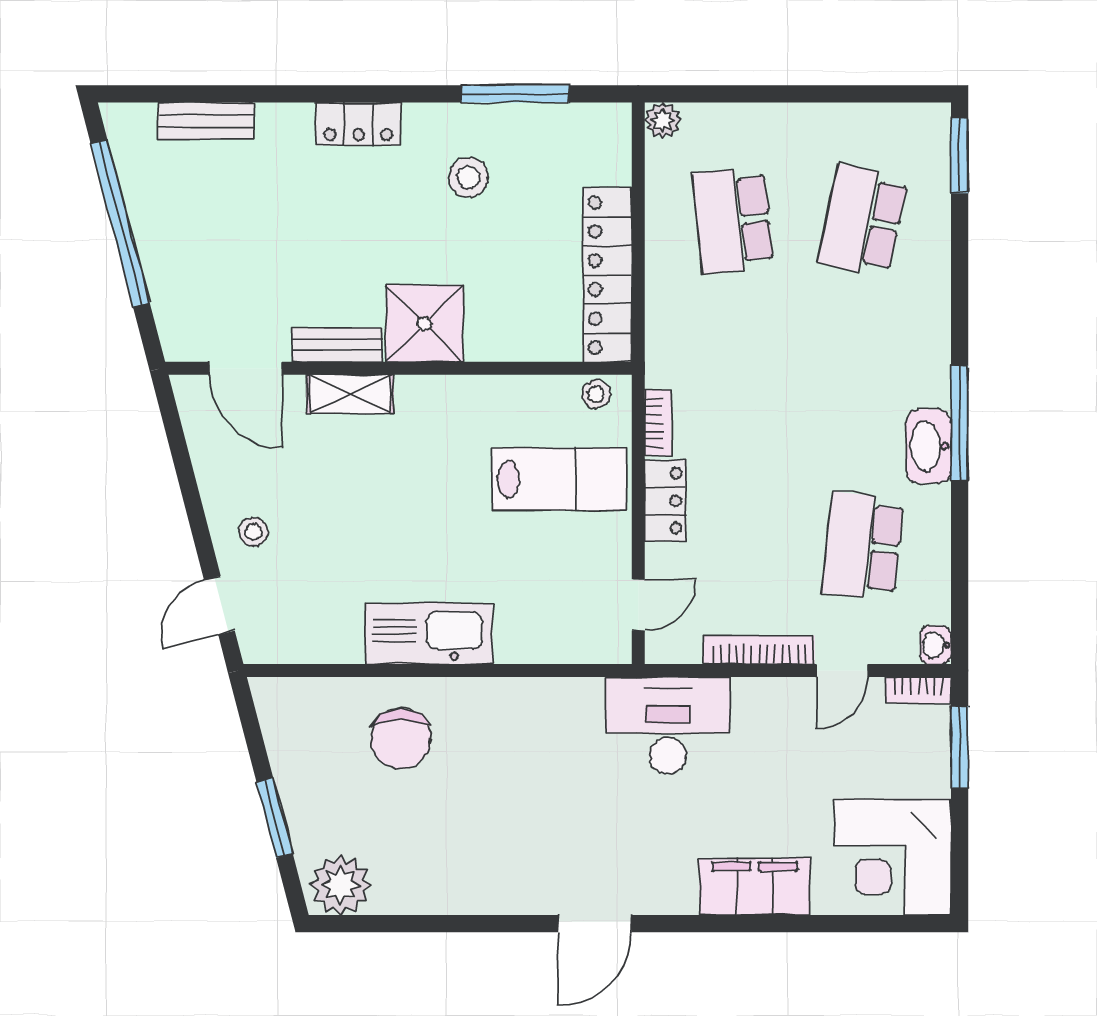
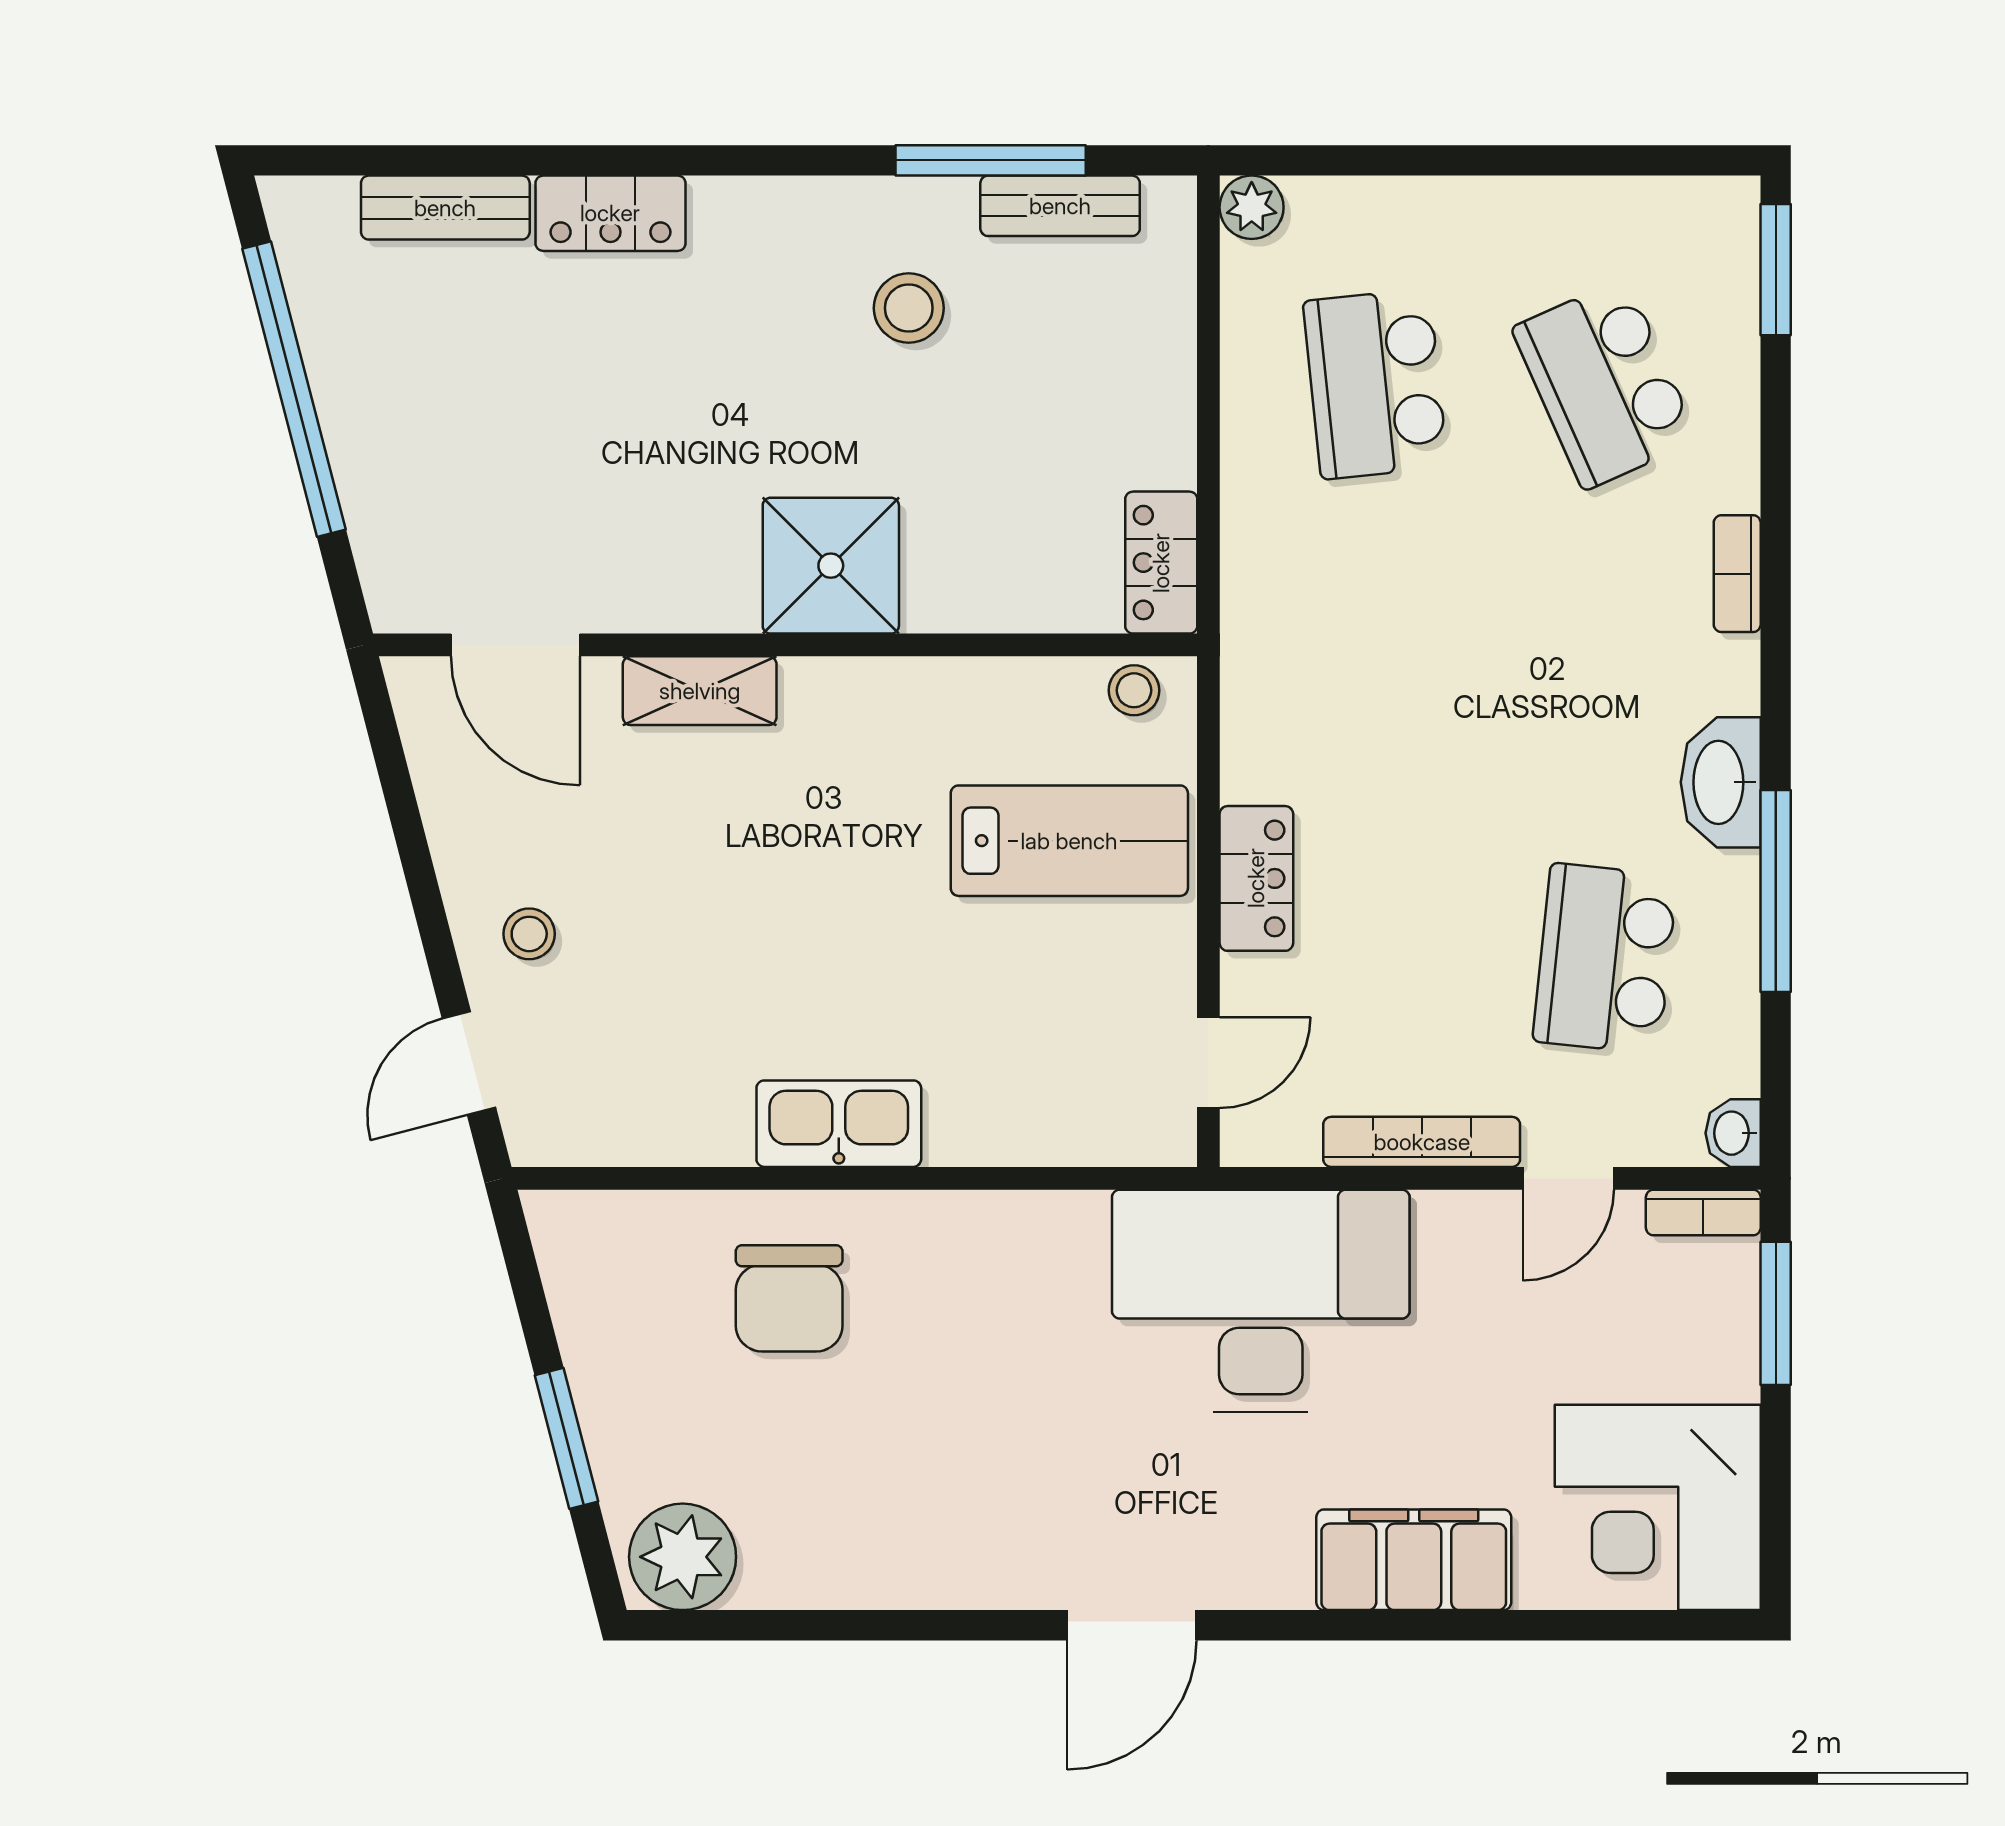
locker: (358, 124) -> (610, 213), moved
school desk: (863, 221) -> (1605, 384), turned -36
locker: (607, 275) -> (1161, 563), width x0.46, depth x0.83
bench: (337, 345) -> (1060, 206), moved
bookcase: (658, 423) -> (1737, 574), moved, turned 180
window: (960, 423) -> (1776, 891), moved
kitchen sink: (429, 634) -> (839, 1124), width x0.73, depth x0.81
desk: (668, 725) -> (1261, 1301), width x1.36, depth x1.30

